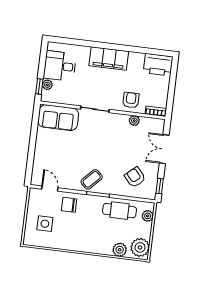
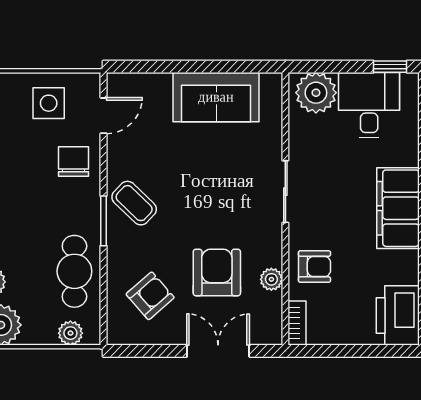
plant: (47, 85) -> (316, 93), width x1.88, depth x1.88
window: (39, 86) -> (390, 67), moved
sofa: (58, 118) -> (216, 97), moved, turned -90
armchair: (128, 145) -> (217, 272), added
window: (160, 186) -> (138, 351), removed
side table: (45, 224) -> (49, 103), moved

